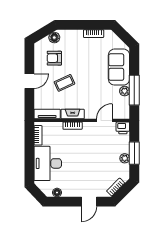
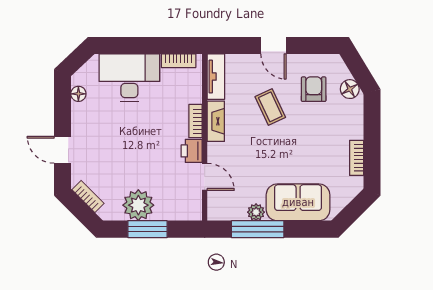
printer: (123, 128) -> (192, 151), moved
plant: (125, 158) -> (138, 205), width x1.88, depth x1.88

